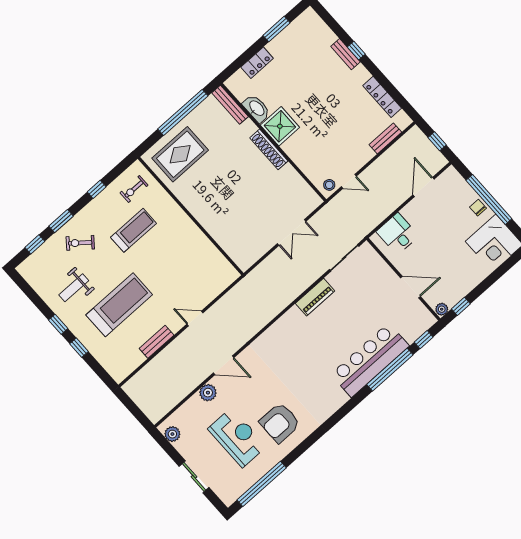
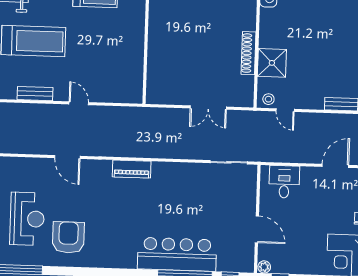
shower: (280, 126) -> (272, 63), moved
shoe rack: (269, 149) -> (249, 53), moved
piano: (315, 297) -> (132, 169), moved
plant: (208, 393) -> (37, 166), removed
armchair: (280, 423) -> (68, 237), turned 90

